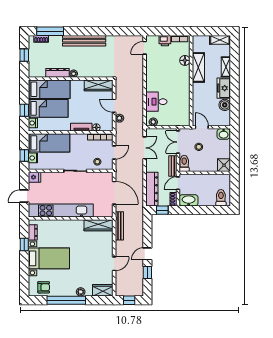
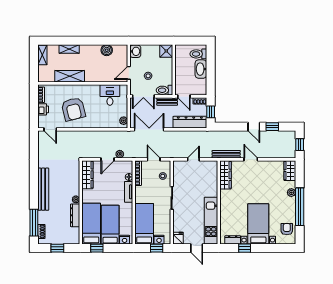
floor lamp: (185, 60) -> (63, 90), removed
armchair: (165, 71) -> (73, 109), added
freezer: (224, 88) -> (90, 51), removed
desk: (156, 102) -> (110, 95), moved, turned 180
window: (24, 110) -> (97, 248), moved
double door: (145, 148) -> (149, 129), width x1.37
door: (114, 193) -> (193, 159), width x0.53
washbasin: (189, 200) -> (201, 69), moved
kitchen unit: (61, 210) -> (211, 221), width x0.73
door: (114, 264) -> (251, 159), moved

